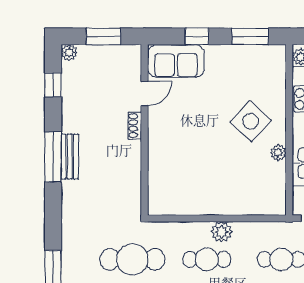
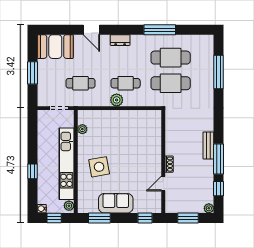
window: (197, 36) -> (145, 218), moved
sofa: (176, 61) -> (116, 203), moved
side table: (251, 121) -> (99, 167), turned 37
plant: (278, 153) -> (82, 129), moved
window: (53, 157) -> (218, 159), moved

